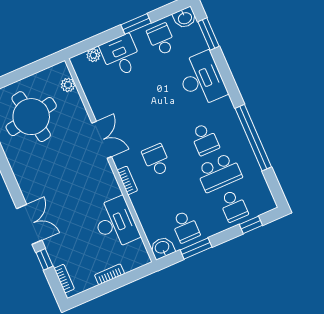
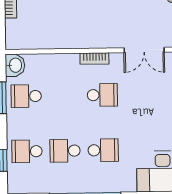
school desk: (205, 139) -> (103, 150), turned 180
school desk: (219, 172) -> (65, 151), width x0.54
desk: (116, 223) -> (58, 30), removed

